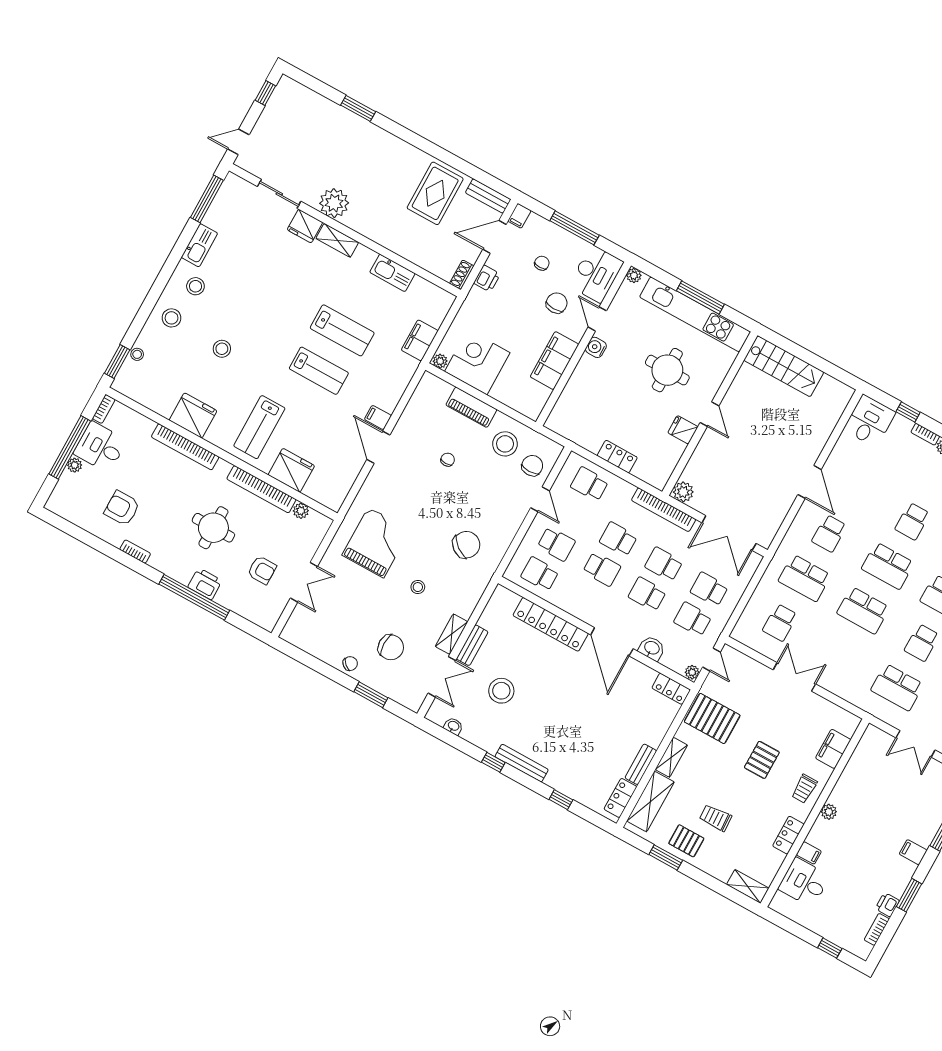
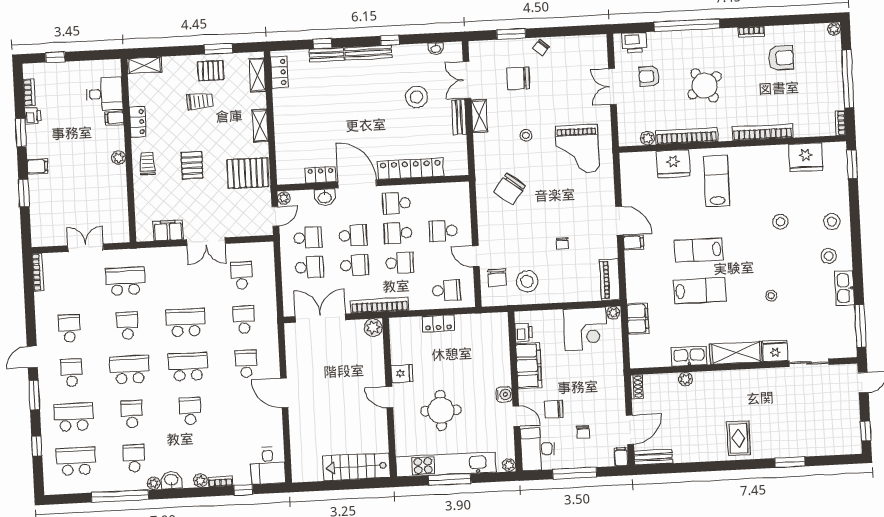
rug: (435, 193) -> (739, 438), moved, width x0.73, depth x0.70
plant: (334, 203) -> (686, 379), moved, width x0.53, depth x0.53
shelving: (337, 240) -> (736, 353), width x1.50, depth x1.33
printer: (487, 278) -> (524, 332), moved, turned 180
chair: (557, 303) -> (554, 409), turned 89
lab bench: (342, 330) -> (700, 291), turned 180
stool: (137, 354) -> (771, 296), moved
piano: (471, 407) -> (610, 280), moved, turned -90
fridge: (193, 416) -> (806, 157), moved
desk: (100, 447) -> (825, 93), removed
plant: (75, 465) -> (834, 29), moved
round table: (213, 528) -> (705, 85), turned -34
school desk: (540, 574) -> (397, 203), moved, turned 180
school desk: (805, 578) -> (244, 320), width x0.54
printer: (205, 584) -> (634, 43), moved
door: (711, 660) -> (275, 216), swing flipped
locker: (671, 689) -> (321, 175), moved
filing cabinet: (833, 749) -> (168, 230), moved, turned -90
bench: (641, 764) -> (327, 55), moved, turned 90
shelving: (650, 801) -> (257, 75), width x0.67, depth x0.75

